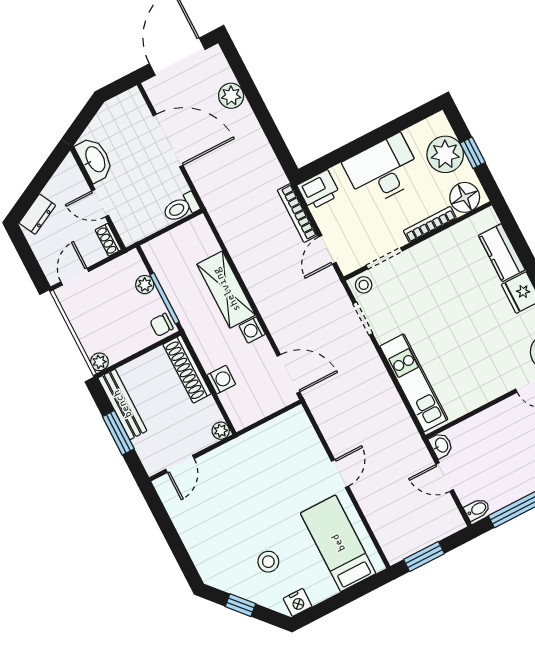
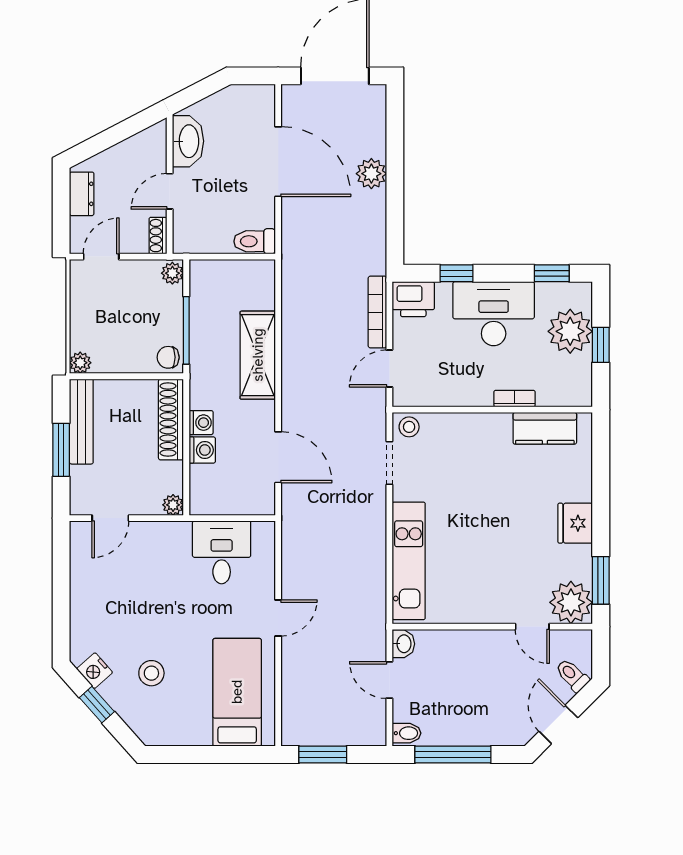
plant: (231, 96) -> (371, 174), moved
window: (410, 119) -> (552, 273), added
window: (340, 155) -> (457, 273), added
floor lamp: (465, 197) -> (567, 389), removed
door: (100, 203) -> (170, 191), hinge flipped
dresser: (37, 214) -> (82, 194), moved, turned -63
bookcase: (430, 224) -> (515, 399), width x0.64
kitchen counter: (502, 253) -> (545, 428), moved, turned -90
doorway: (384, 258) -> (446, 410), removed
plant: (145, 285) -> (172, 273), moved
washing machine: (252, 330) -> (201, 423), moved, turned 180
door: (289, 374) -> (278, 457), moved
desk: (274, 447) -> (222, 552), added
nightstand: (298, 602) -> (95, 671), moved, turned 48

